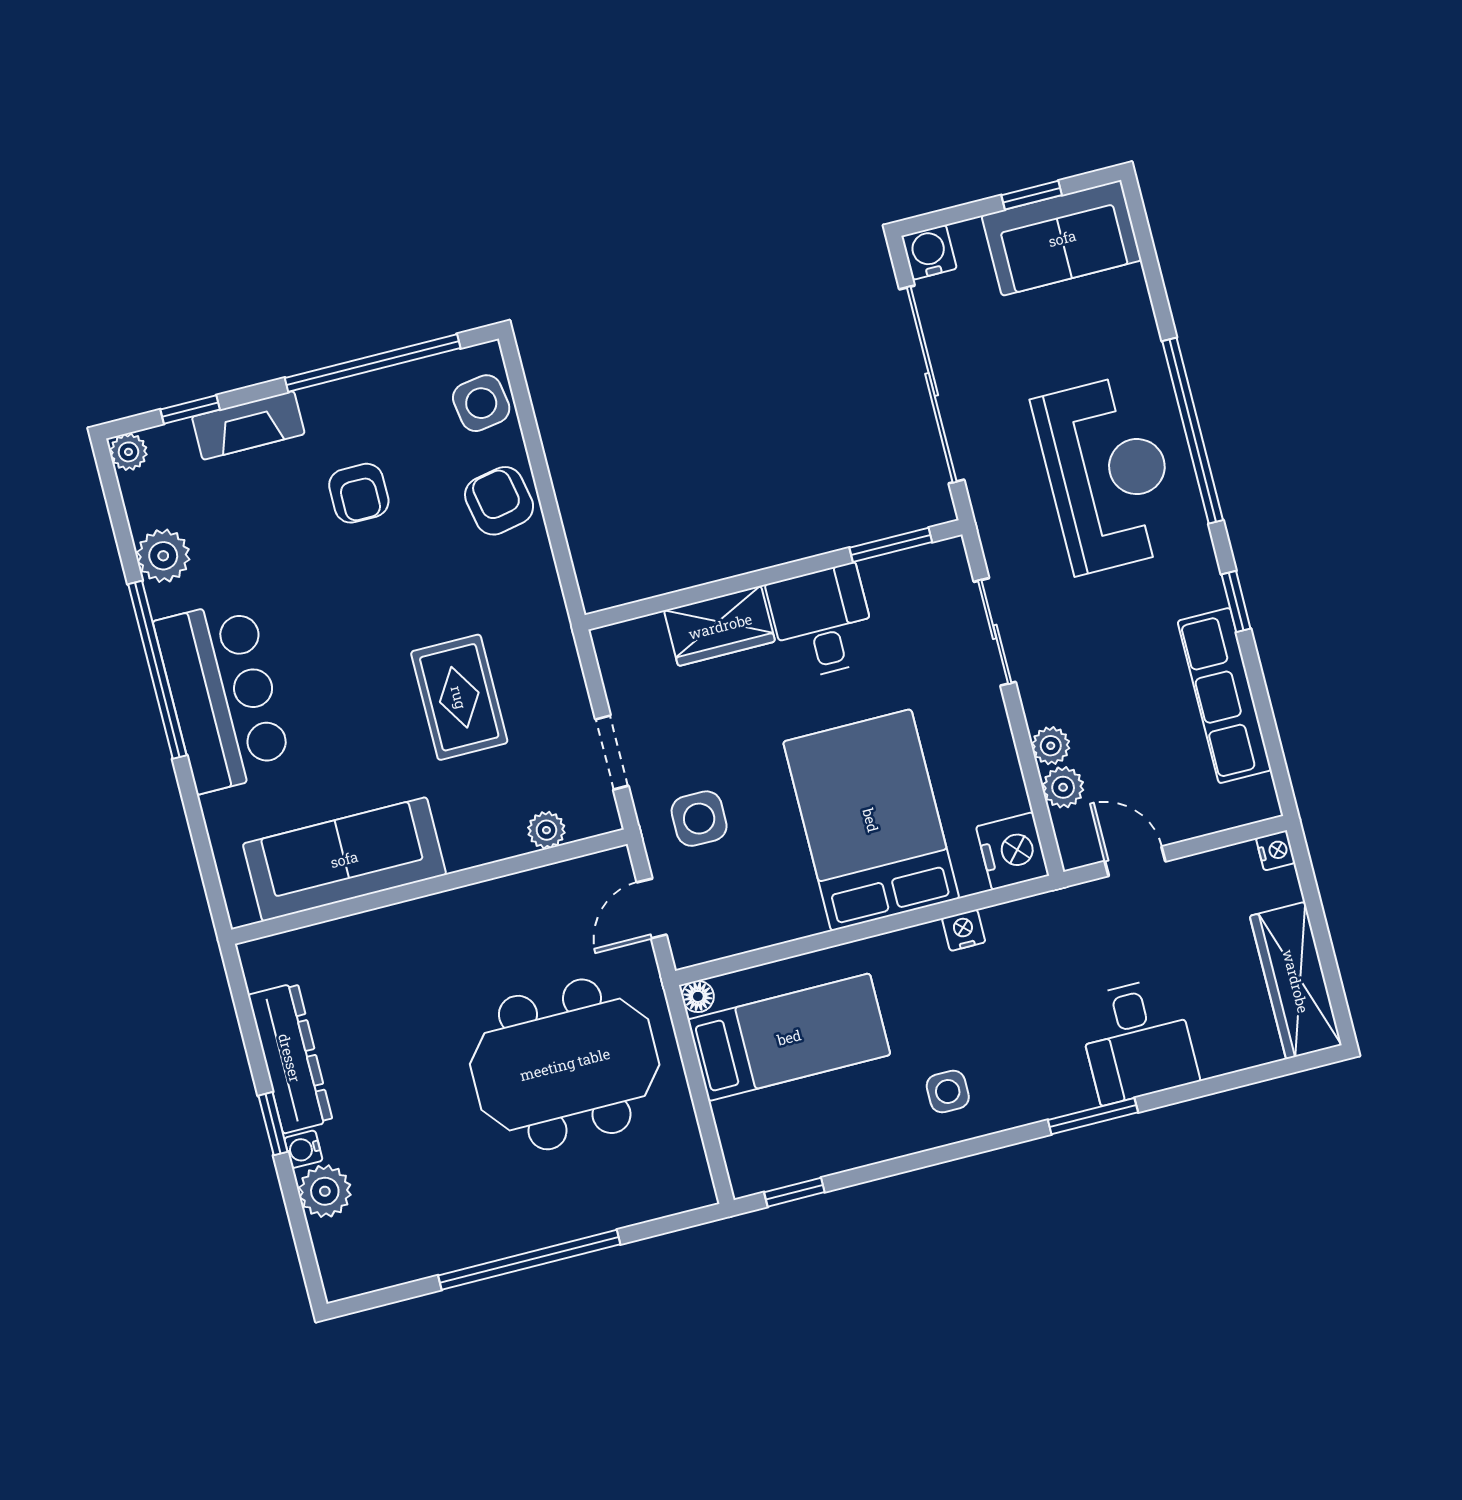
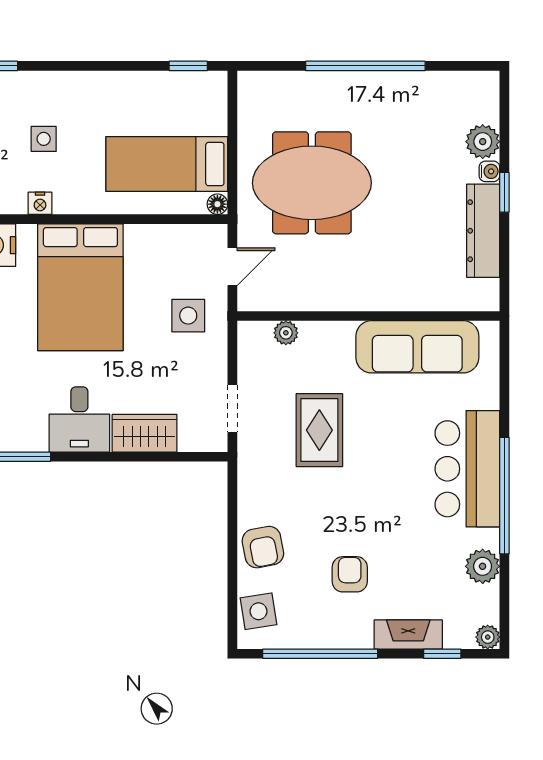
doorway: (612, 752) -> (232, 409), moved
side table: (948, 1091) -> (44, 139), moved

